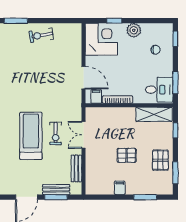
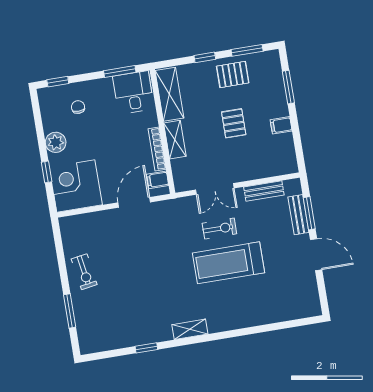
shelving: (122, 113) -> (175, 140), added
window: (175, 130) -> (205, 57), moved

